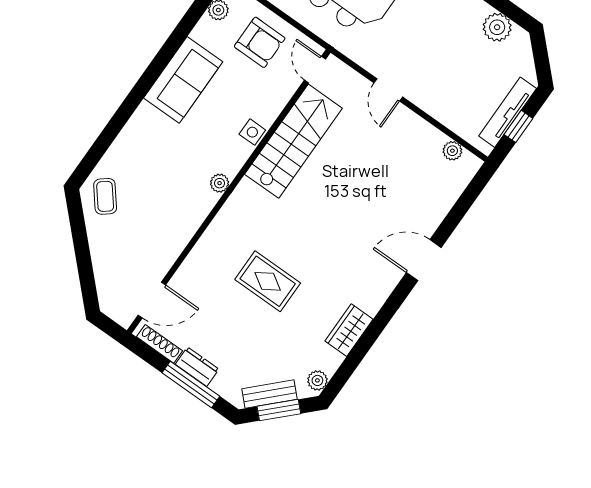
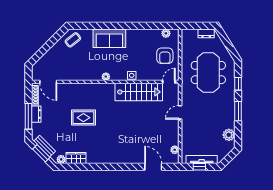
sofa: (183, 80) -> (109, 38), moved
door: (424, 260) -> (153, 167), moved
rug: (268, 281) -> (83, 118), turned 90
wardrobe: (349, 330) -> (76, 158), moved

